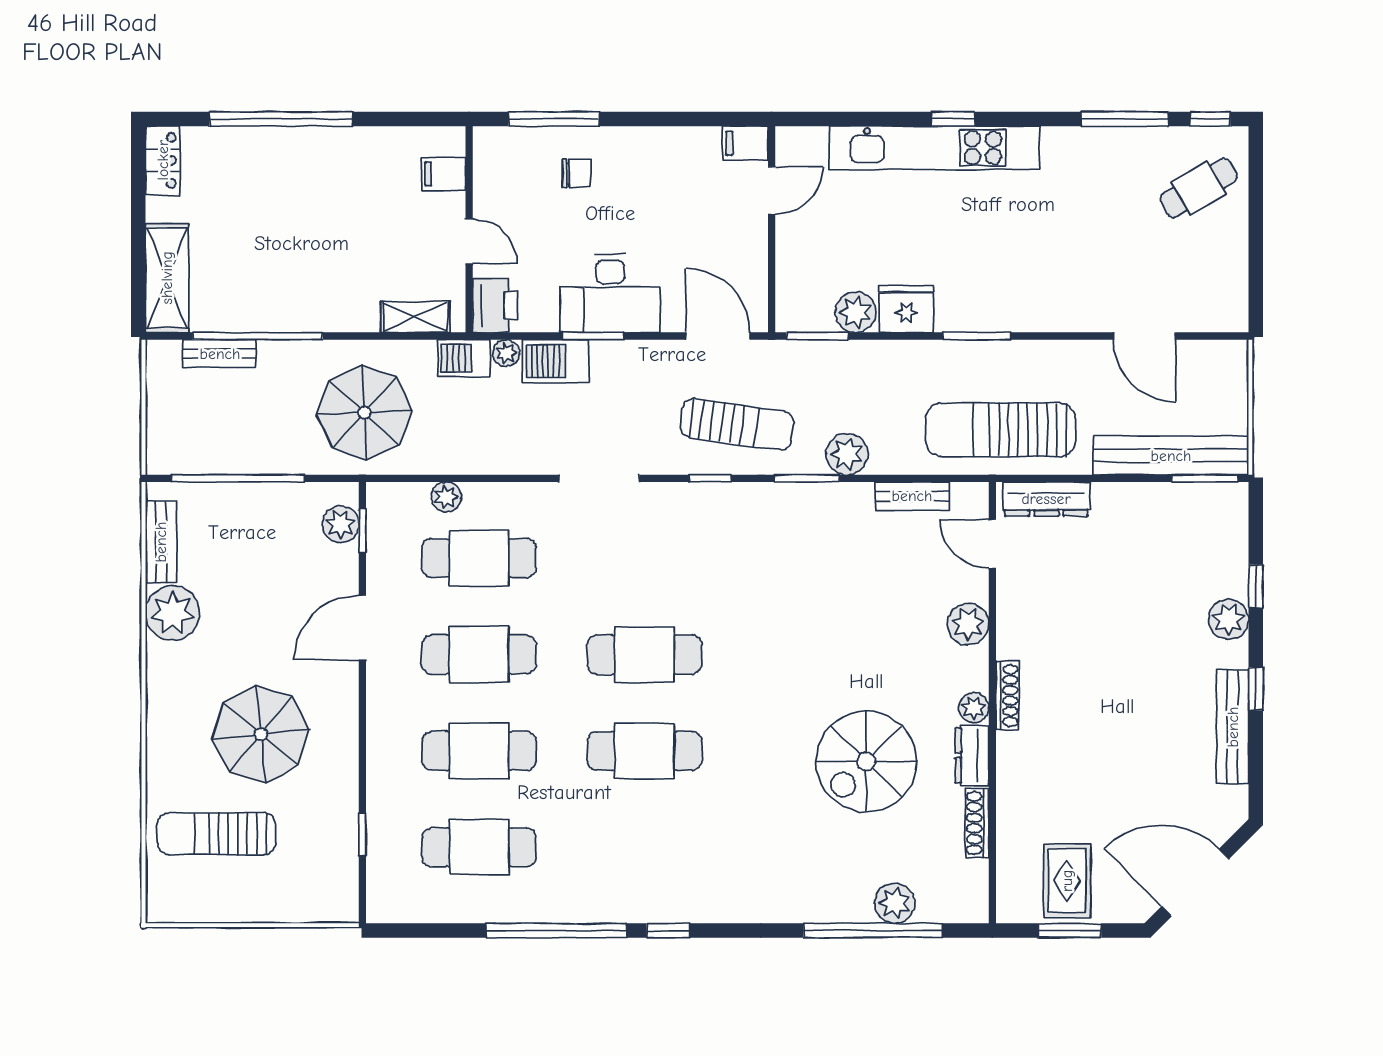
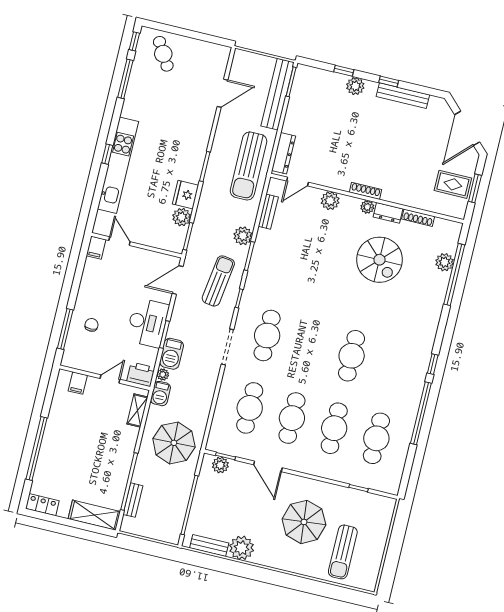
plant: (446, 497) -> (220, 416), removed
cafe table: (644, 654) -> (267, 335), moved

